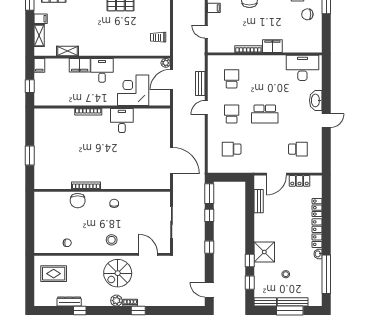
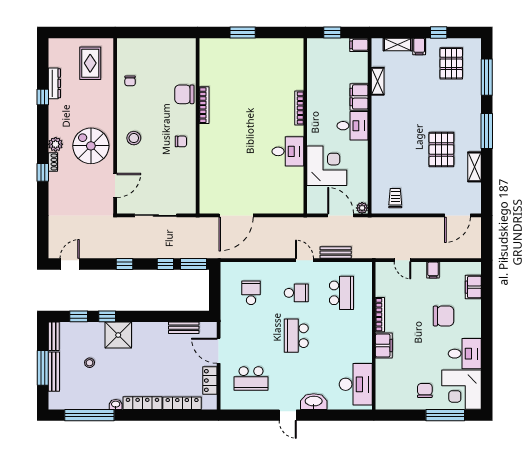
door: (206, 32) -> (402, 260), swing flipped
school desk: (232, 79) -> (341, 293), width x1.85
school desk: (298, 149) -> (251, 379), width x1.85
locker: (317, 208) -> (182, 403), width x1.53

